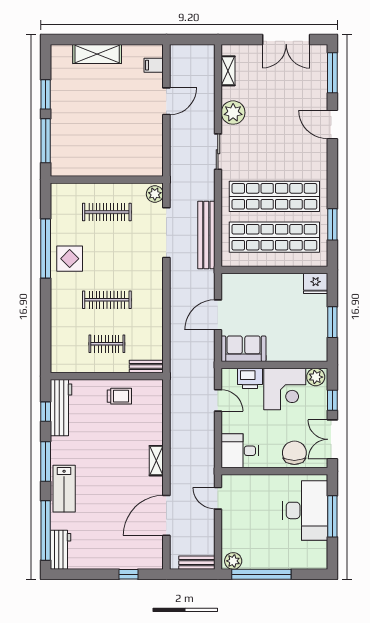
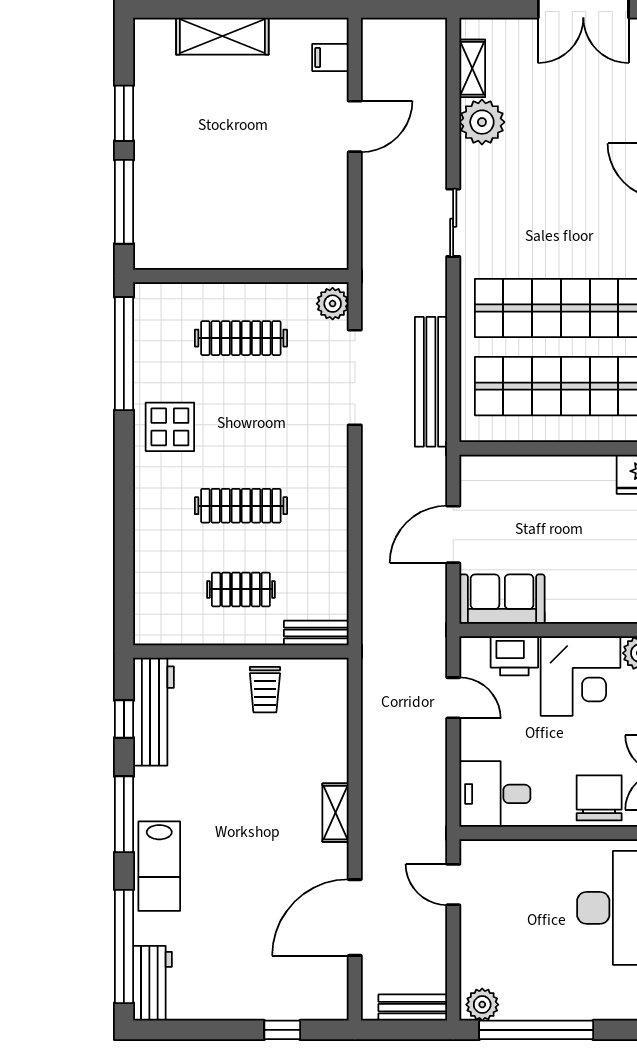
plant: (233, 113) -> (482, 122), moved
window: (46, 249) -> (124, 354), moved
trolley: (119, 396) -> (265, 690), turned 90

